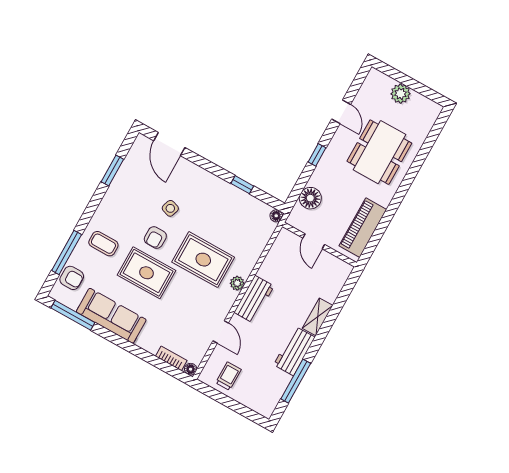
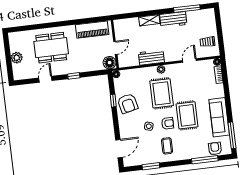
floor lamp: (310, 198) -> (110, 63), moved
armchair: (224, 202) -> (128, 103), added
coffee table: (103, 244) -> (167, 146), moved
workbench: (254, 299) -> (151, 57), moved

